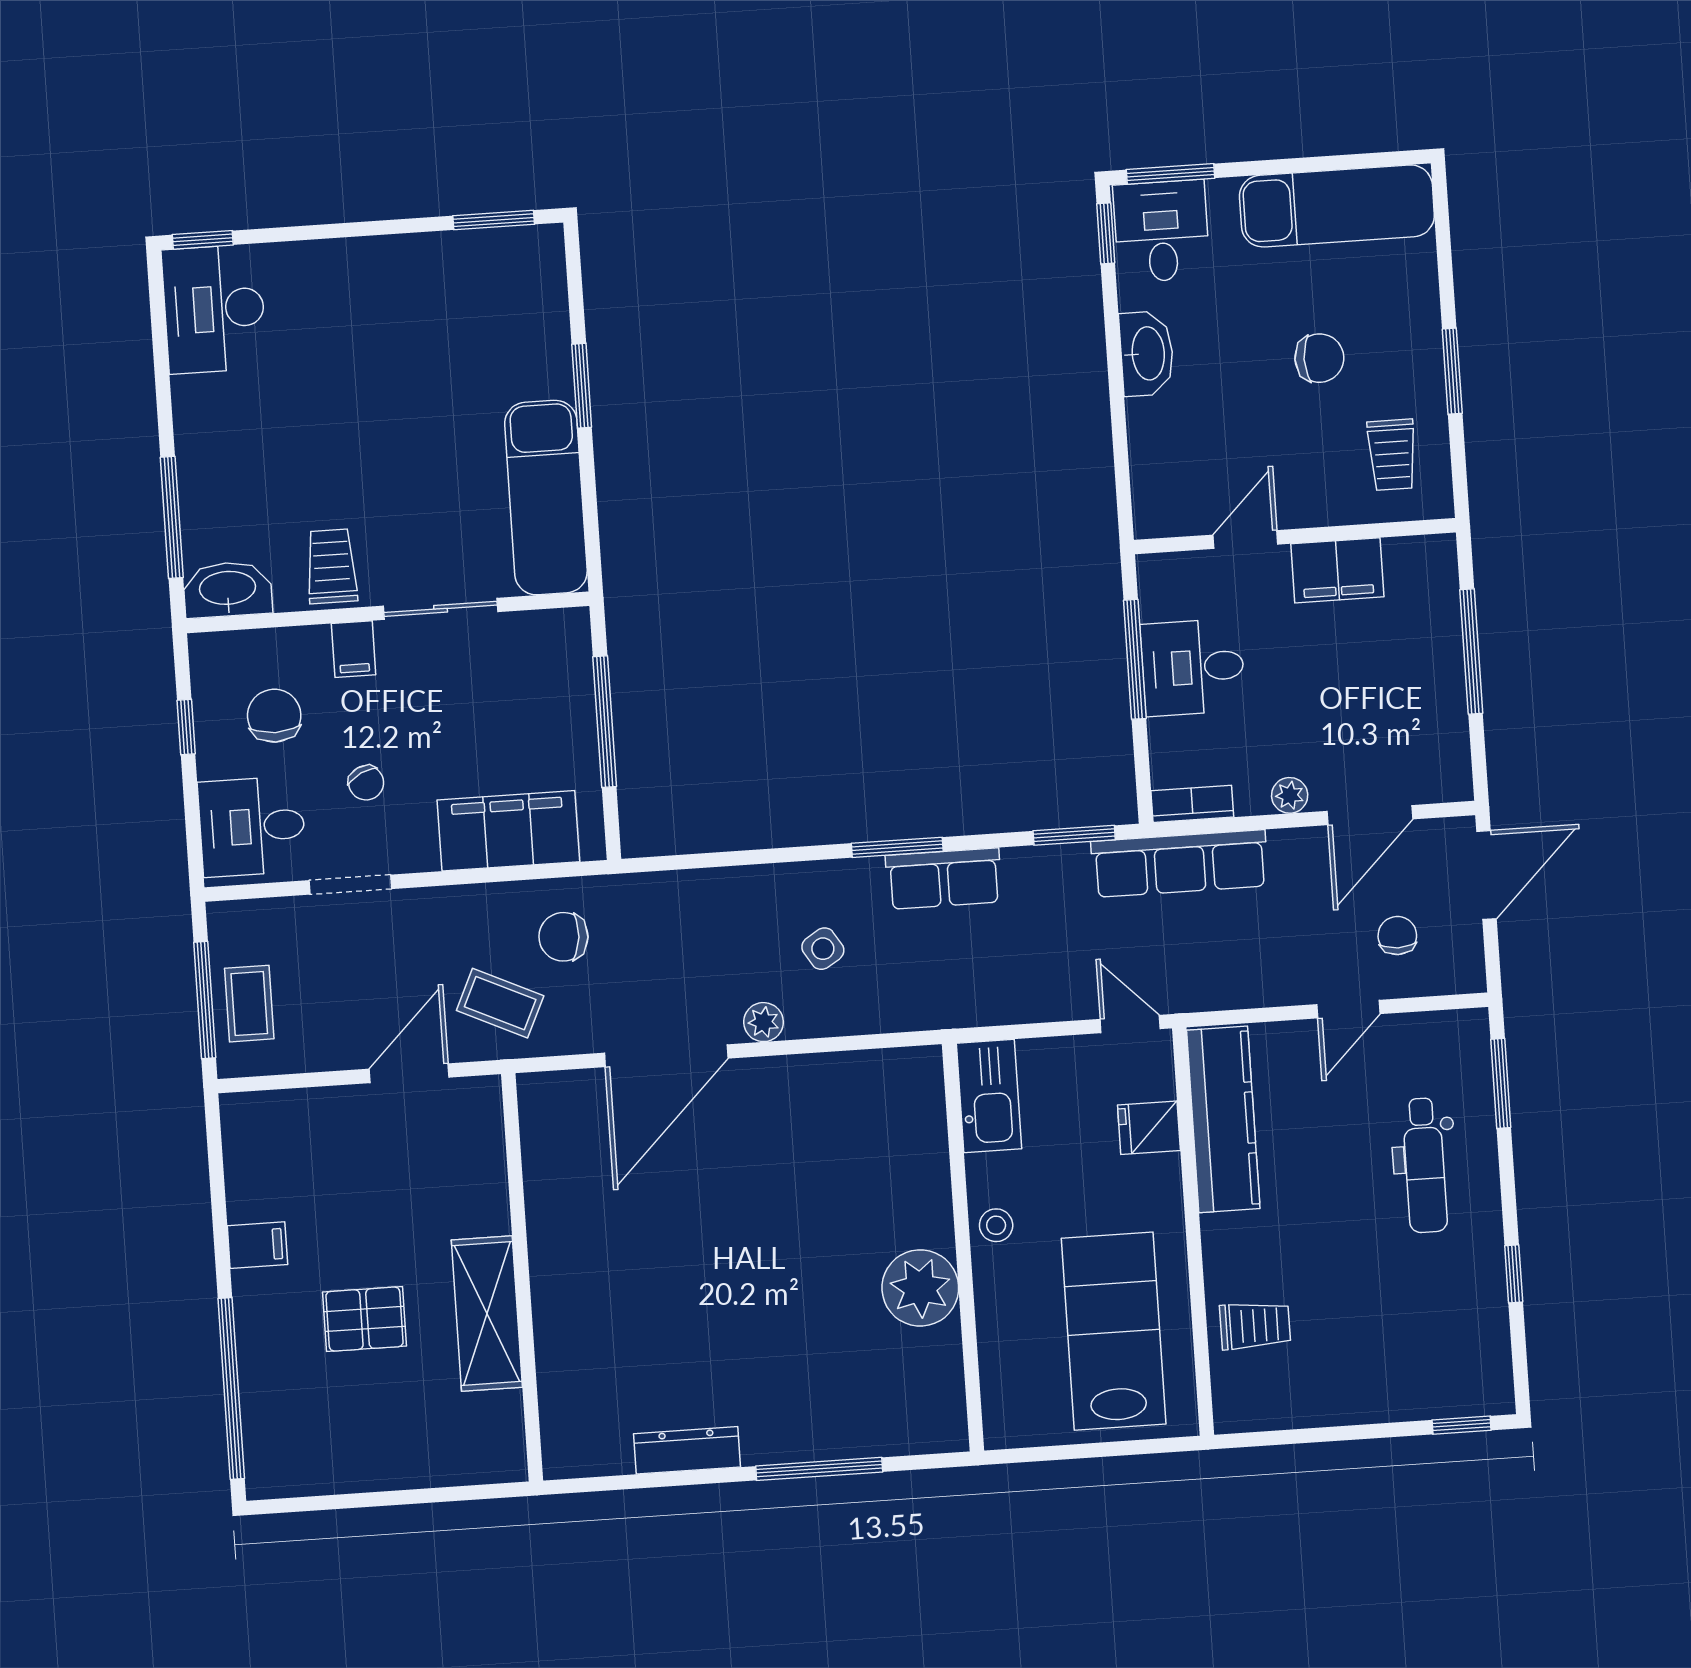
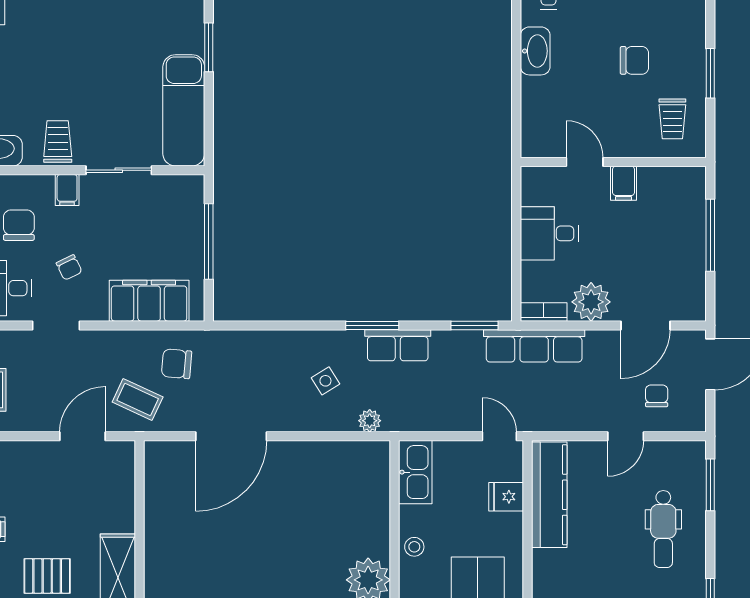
door: (1245, 540) -> (585, 162), hinge flipped
filing cabinet: (1337, 570) -> (624, 183), width x0.50
window: (1135, 659) -> (516, 227), removed
plant: (1290, 795) -> (591, 302), width x1.88, depth x1.88
plant: (764, 1022) -> (370, 421), moved

